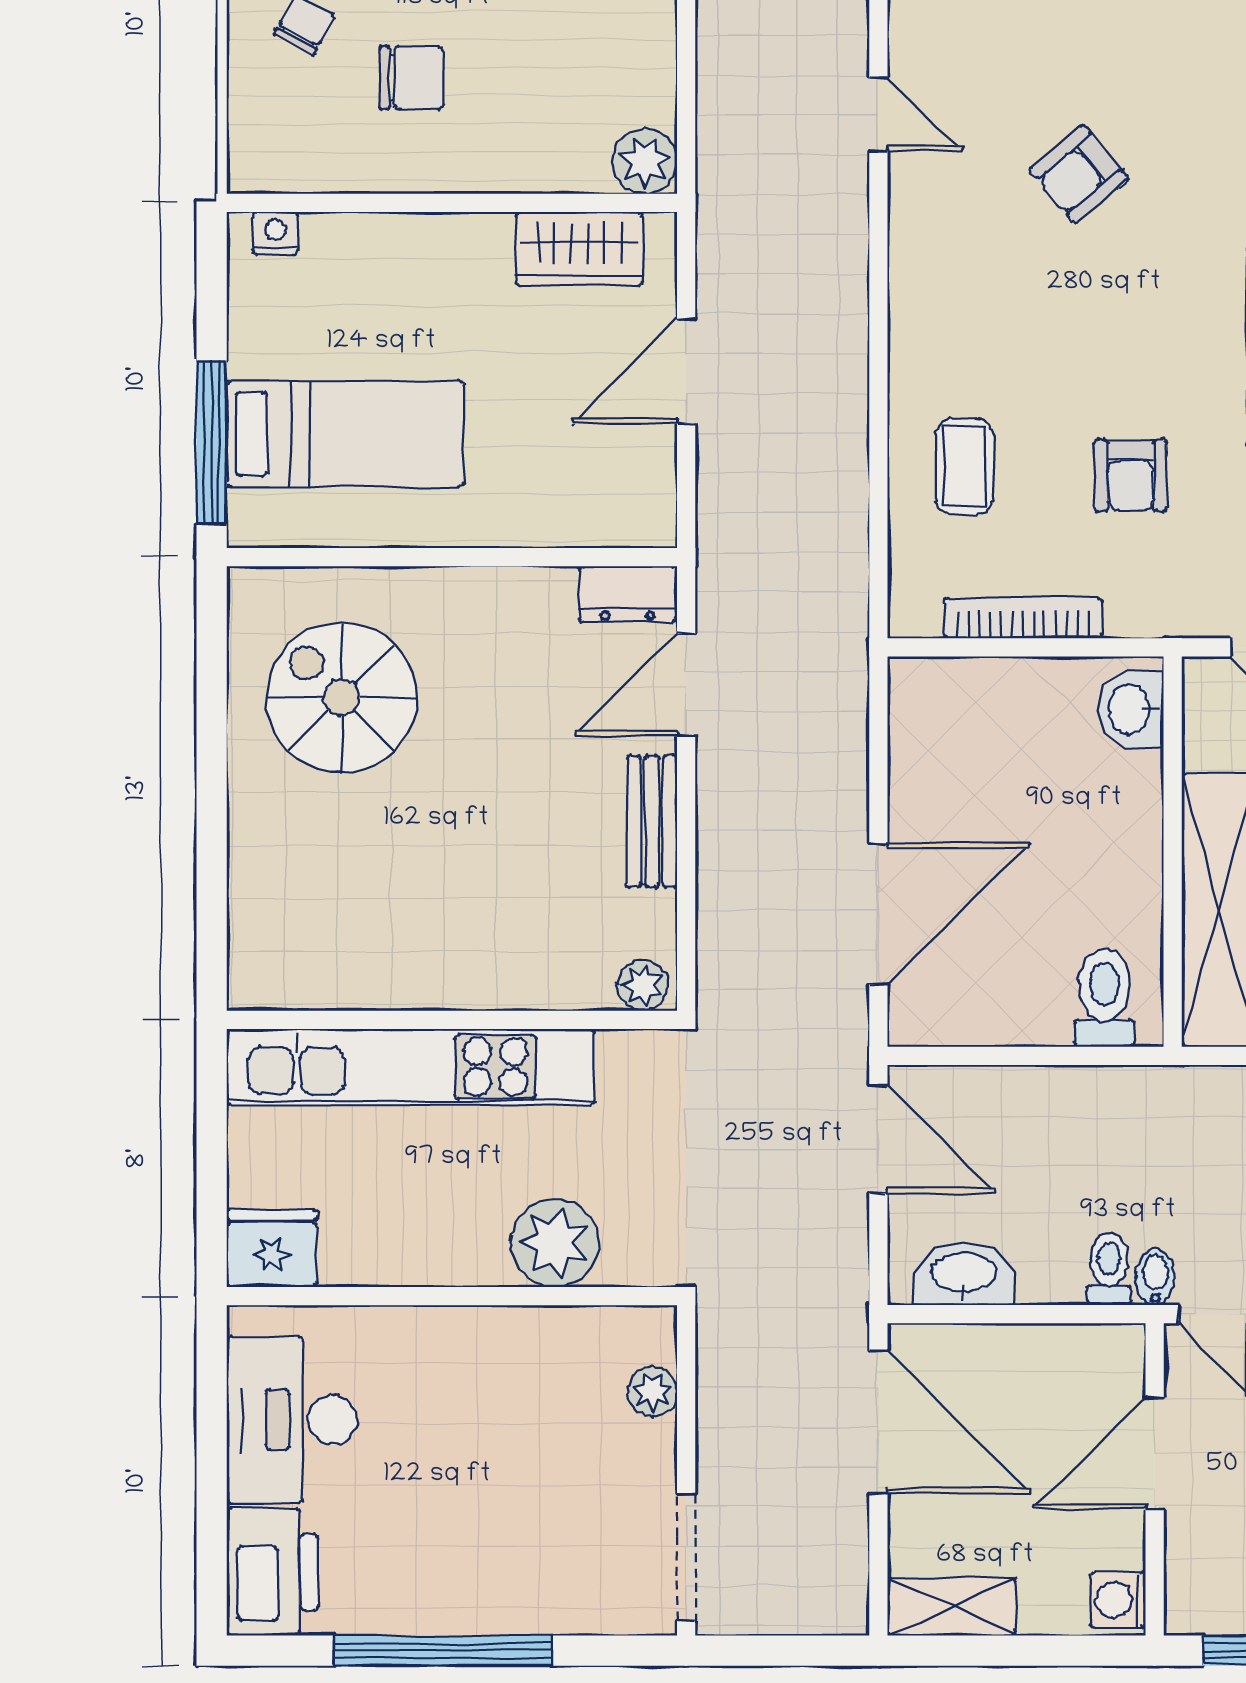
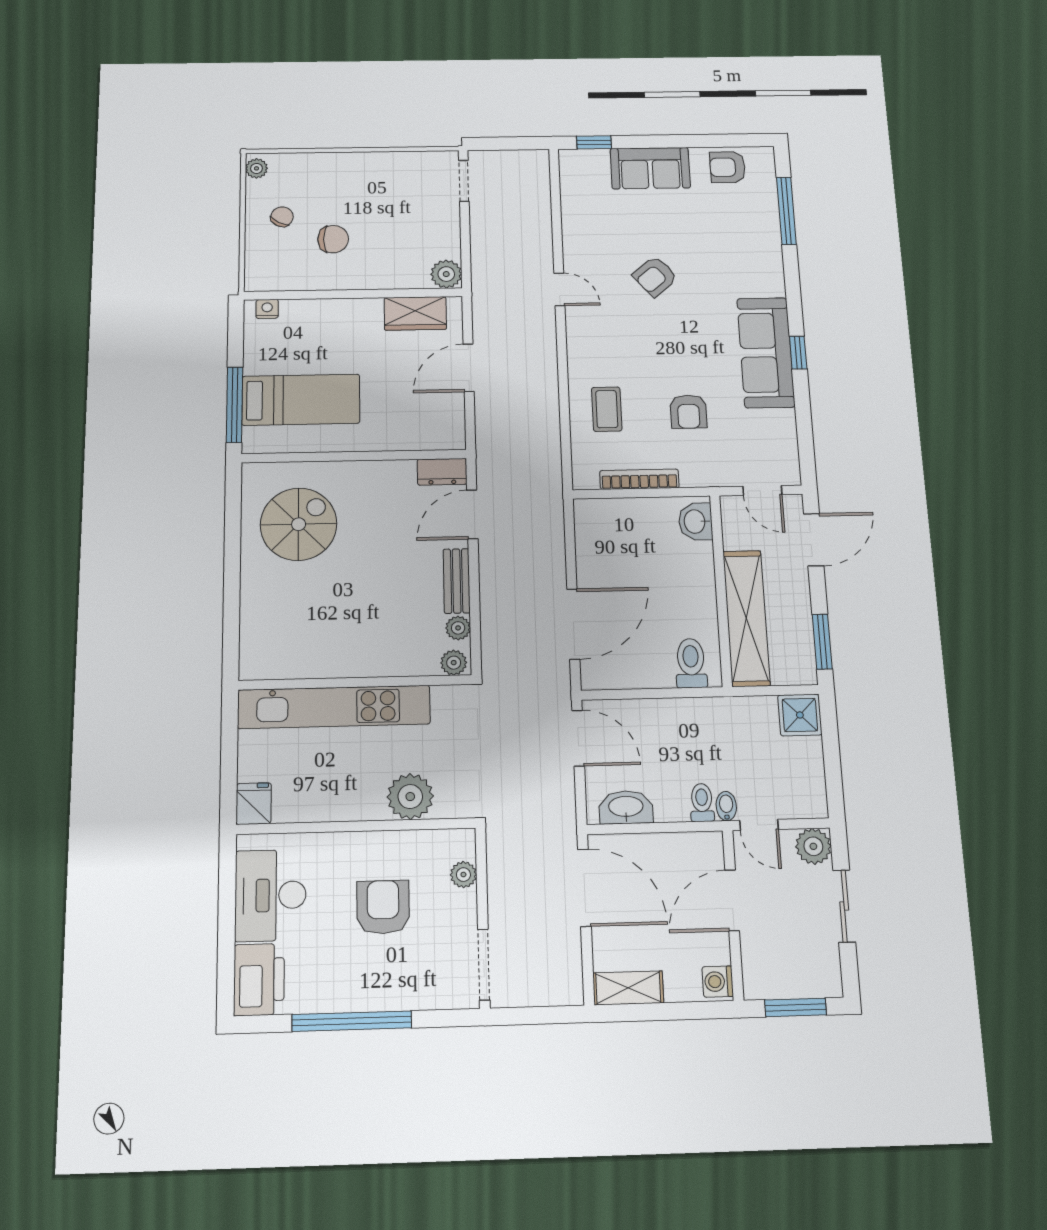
door: (878, 114) -> (559, 289), moved
spiral stairs: (341, 698) -> (299, 524), turned 90
plant: (653, 916) -> (458, 628), added
fridge: (272, 1248) -> (254, 804), width x0.72
armchair: (501, 1447) -> (383, 907), added

